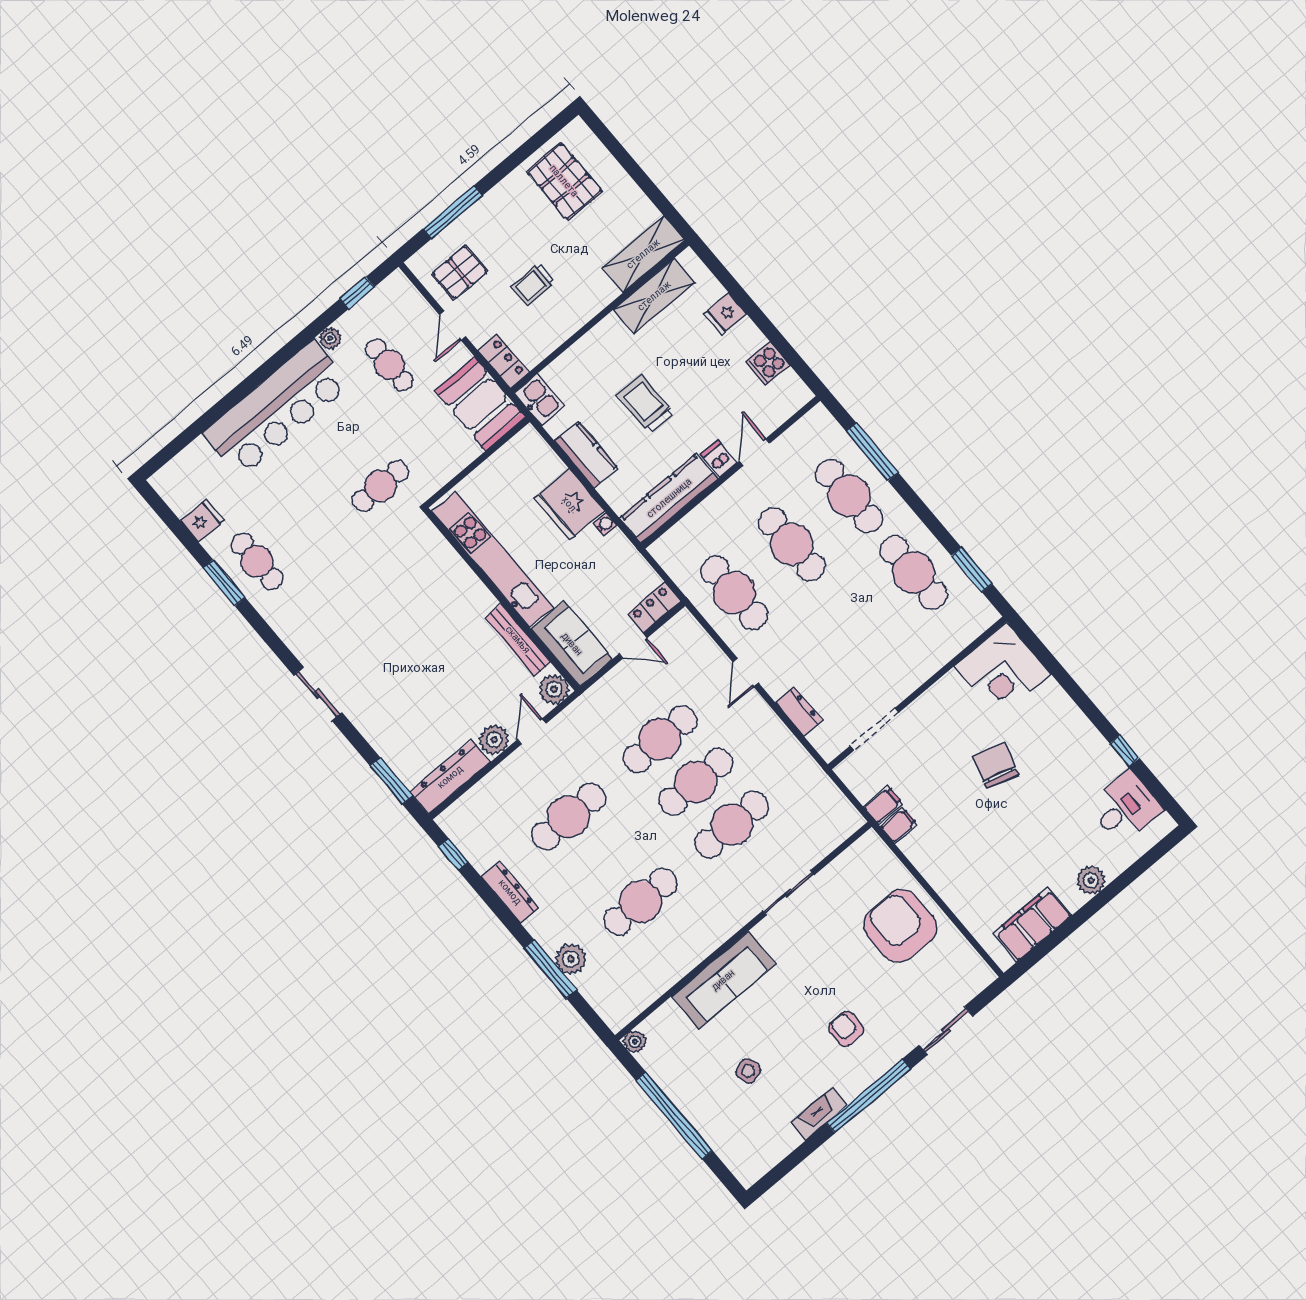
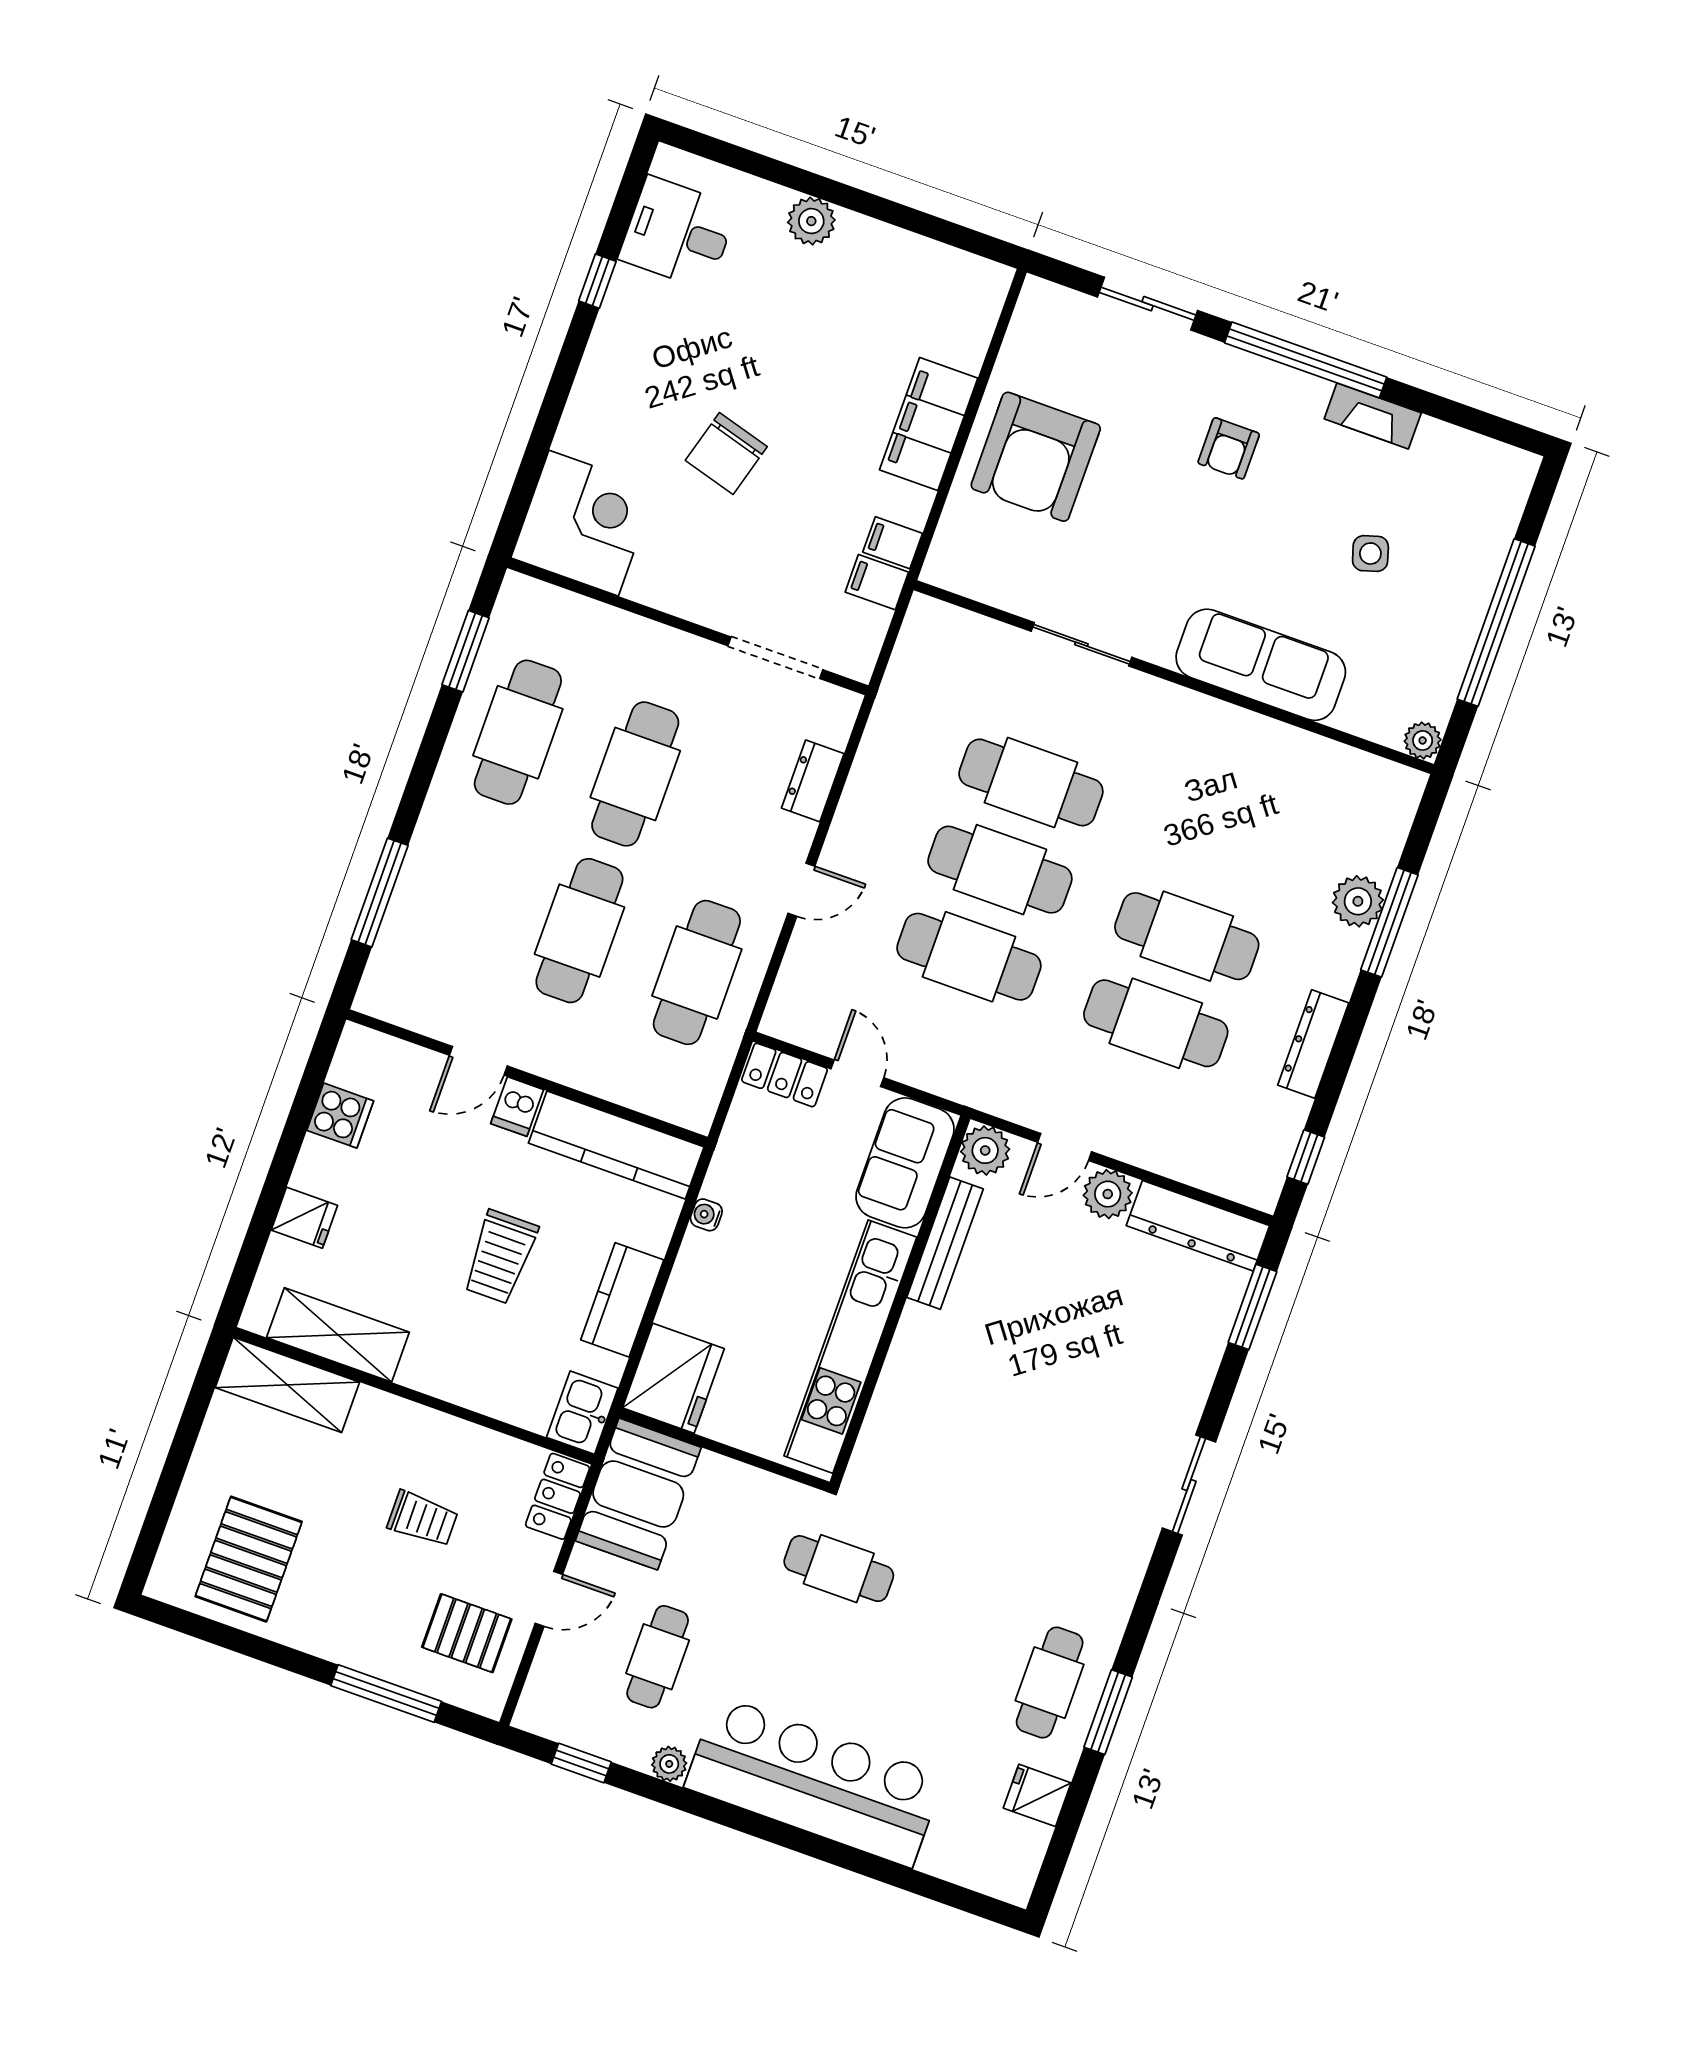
cafe table: (849, 496) -> (635, 774), moved
fridge: (570, 505) -> (673, 1378), moved
cafe table: (640, 902) -> (1187, 936), moved
filing cabinet: (1033, 924) -> (929, 424), moved, turned 90

